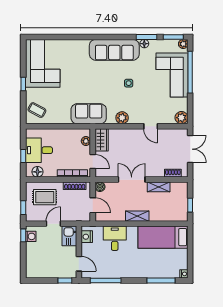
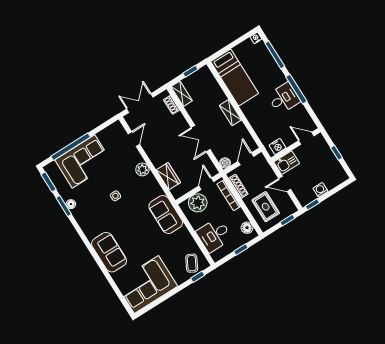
plant: (183, 44) -> (49, 169), removed
sofa: (114, 50) -> (109, 252), moved, width x0.73
window: (23, 84) -> (198, 277), moved
plant: (122, 118) -> (142, 169), moved
plant: (181, 118) -> (117, 129), removed
door: (151, 126) -> (134, 139), moved
wardrobe: (102, 140) -> (168, 176), moved, turned 90
plant: (86, 141) -> (198, 203), width x1.87, depth x1.87
desk: (39, 150) -> (214, 235), moved, turned 90
shelving: (159, 187) -> (182, 94), moved
washing machine: (31, 236) -> (320, 190), moved
desk: (115, 238) -> (284, 98), moved, turned 180
door: (79, 264) -> (306, 138), hinge flipped
window: (65, 280) -> (337, 153), moved
window: (106, 280) -> (296, 89), moved

